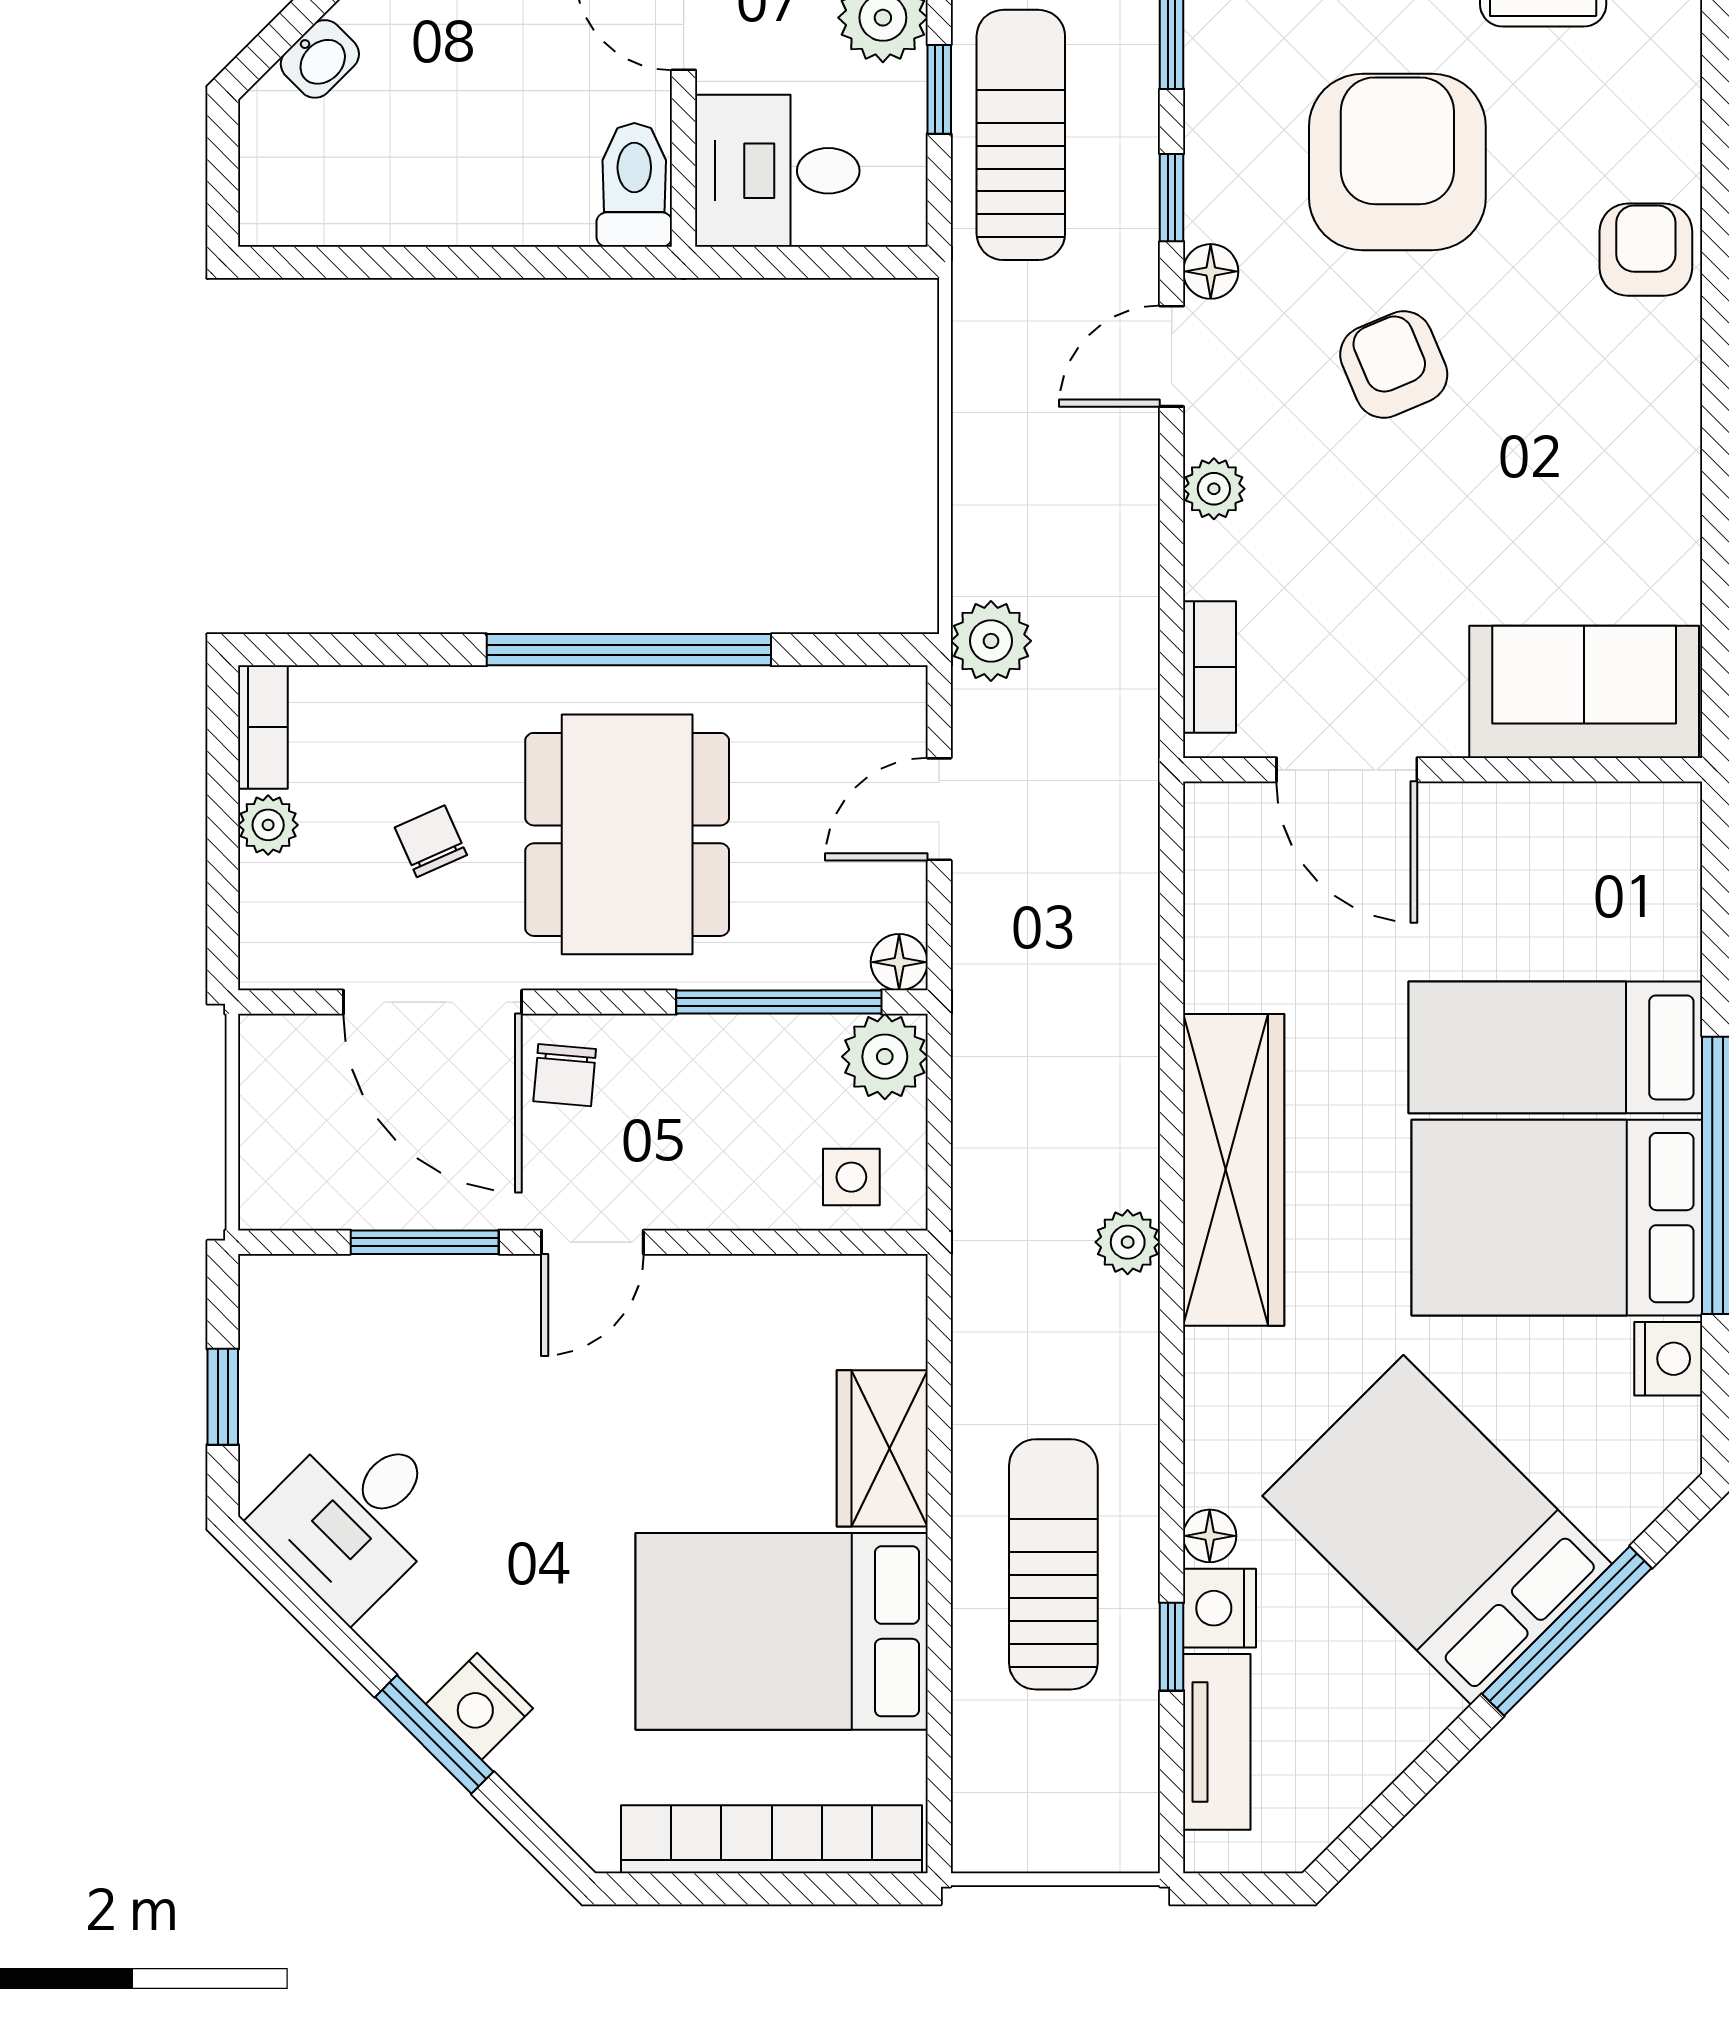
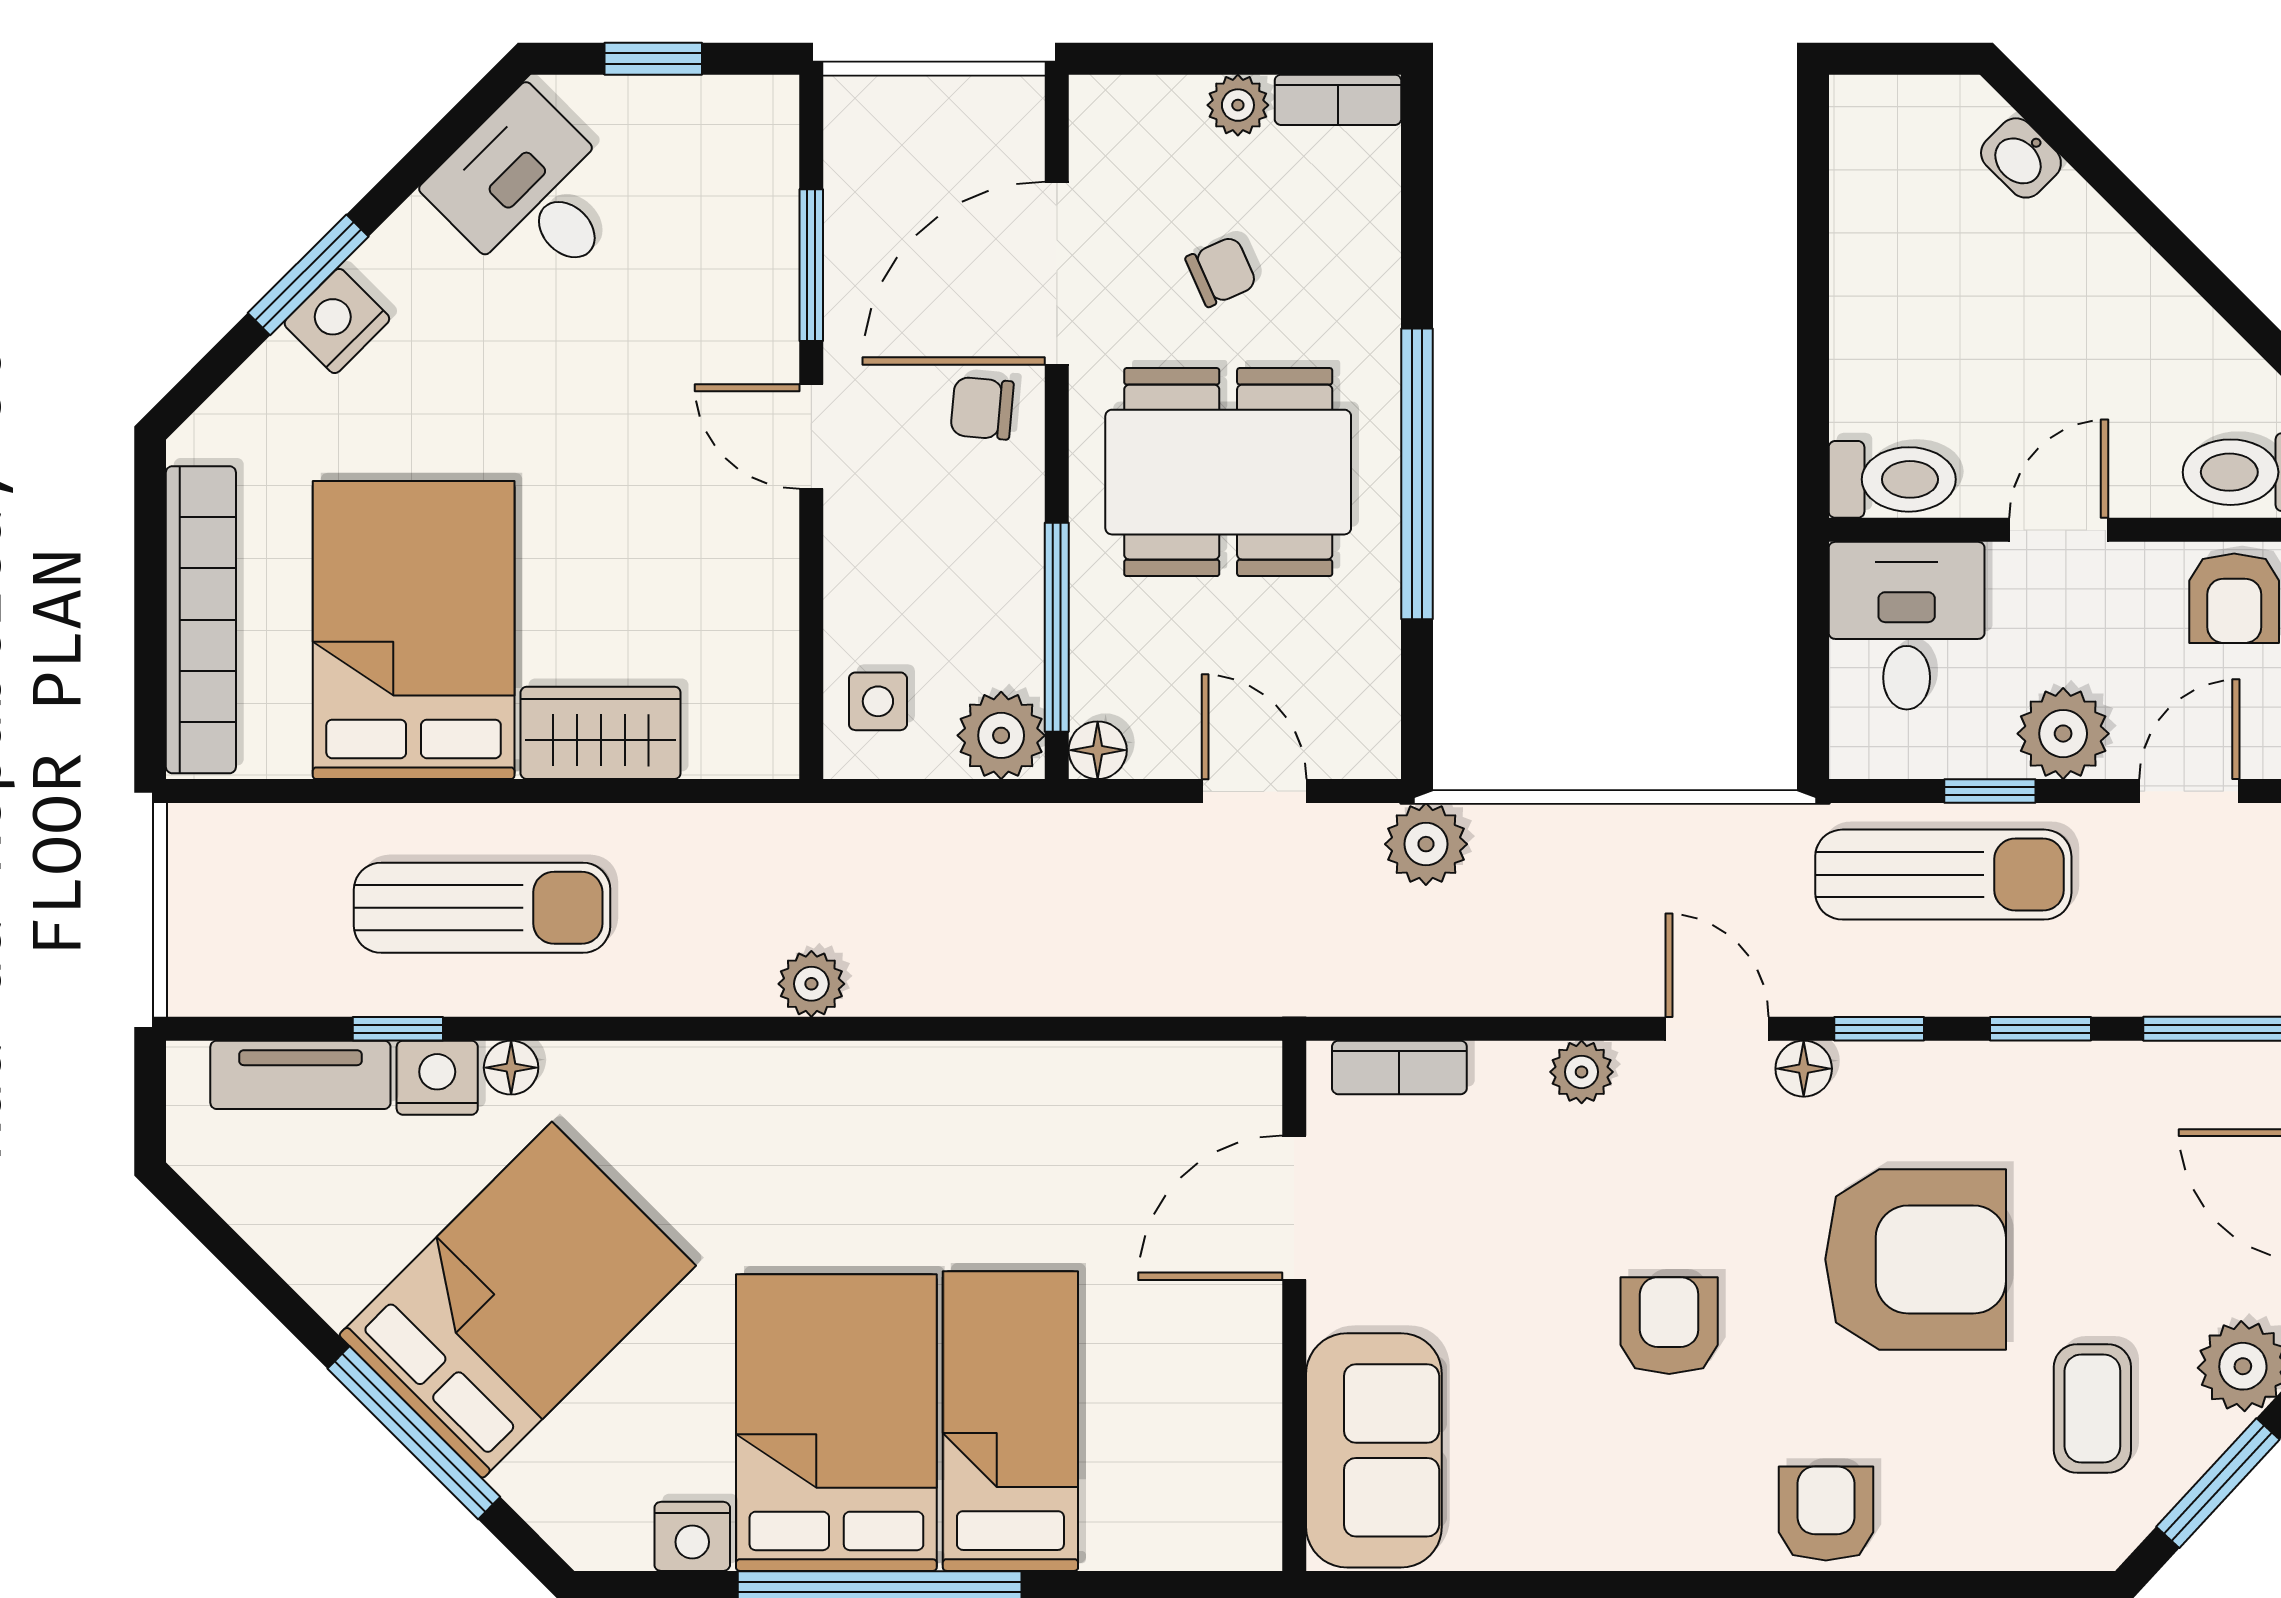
armchair: (1646, 250) -> (1826, 1514), turned -90
armchair: (1394, 365) -> (1669, 1326), moved, turned -67
wardrobe: (1234, 1170) -> (885, 1092), removed

